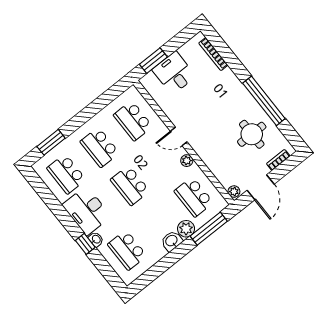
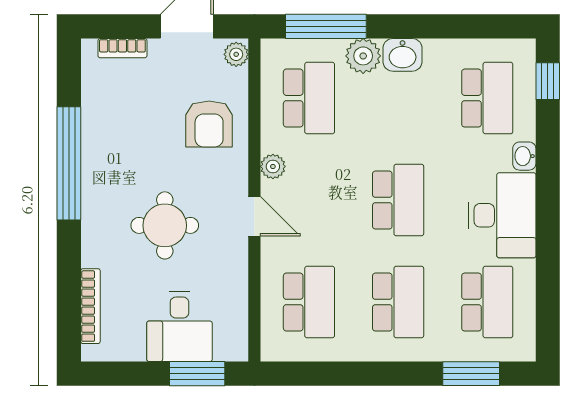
round table: (252, 134) -> (165, 225), moved
armchair: (223, 157) -> (209, 124), added
window: (85, 244) -> (548, 81), moved

